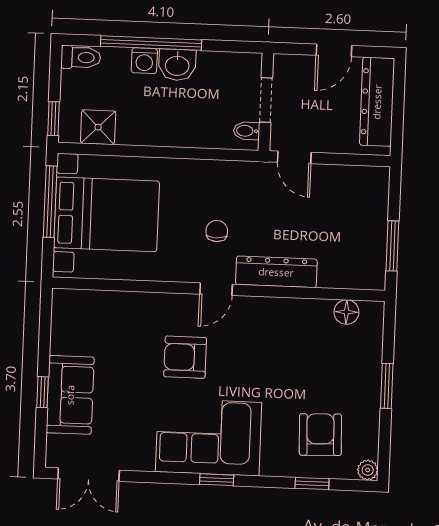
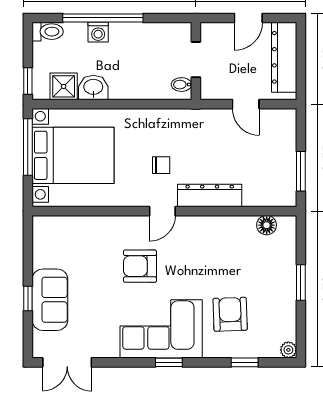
washbasin: (177, 65) -> (93, 88), moved, turned 180
door: (294, 157) -> (246, 104), moved
chair: (217, 231) -> (161, 165), turned 90
armchair: (320, 435) -> (230, 314), moved

